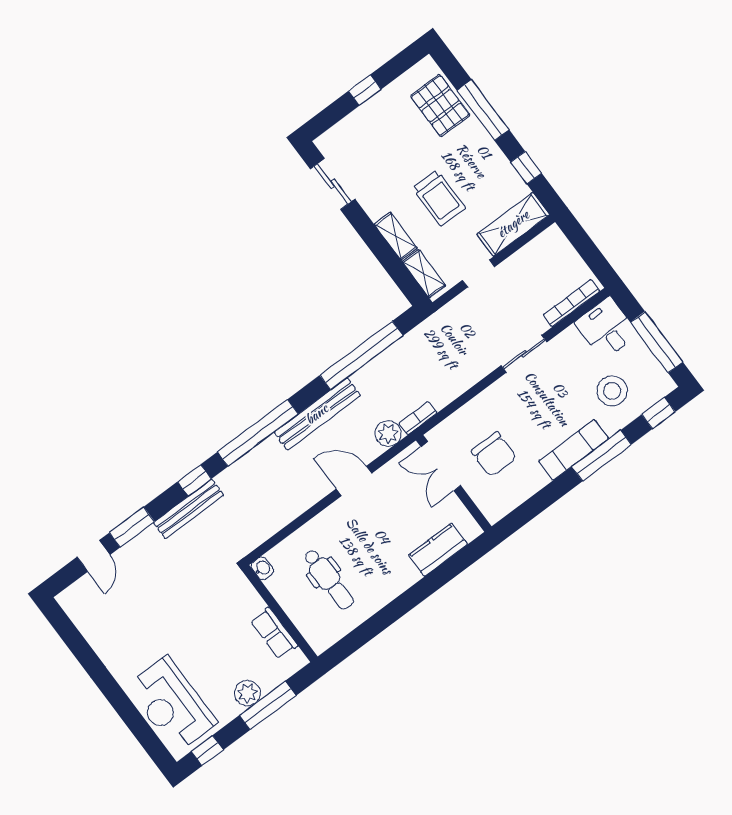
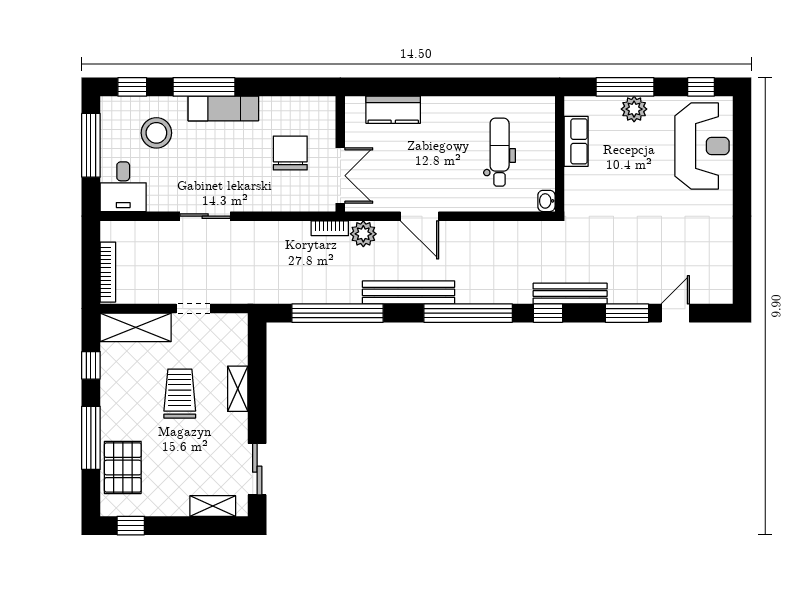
window: (365, 90) -> (131, 526), moved
shelving: (424, 274) -> (213, 506), moved, turned 90
bookcase: (571, 303) -> (108, 272), moved, turned -90

